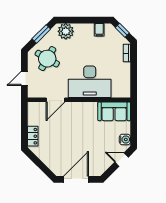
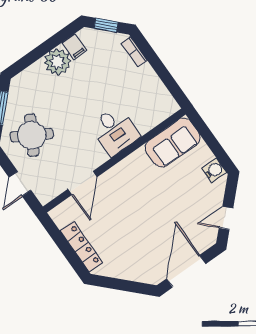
plant: (66, 31) -> (58, 62), moved
desk: (90, 82) -> (115, 131), width x0.53, depth x0.77
locker: (33, 136) -> (82, 247), width x1.53
door: (122, 160) -> (226, 218), moved

